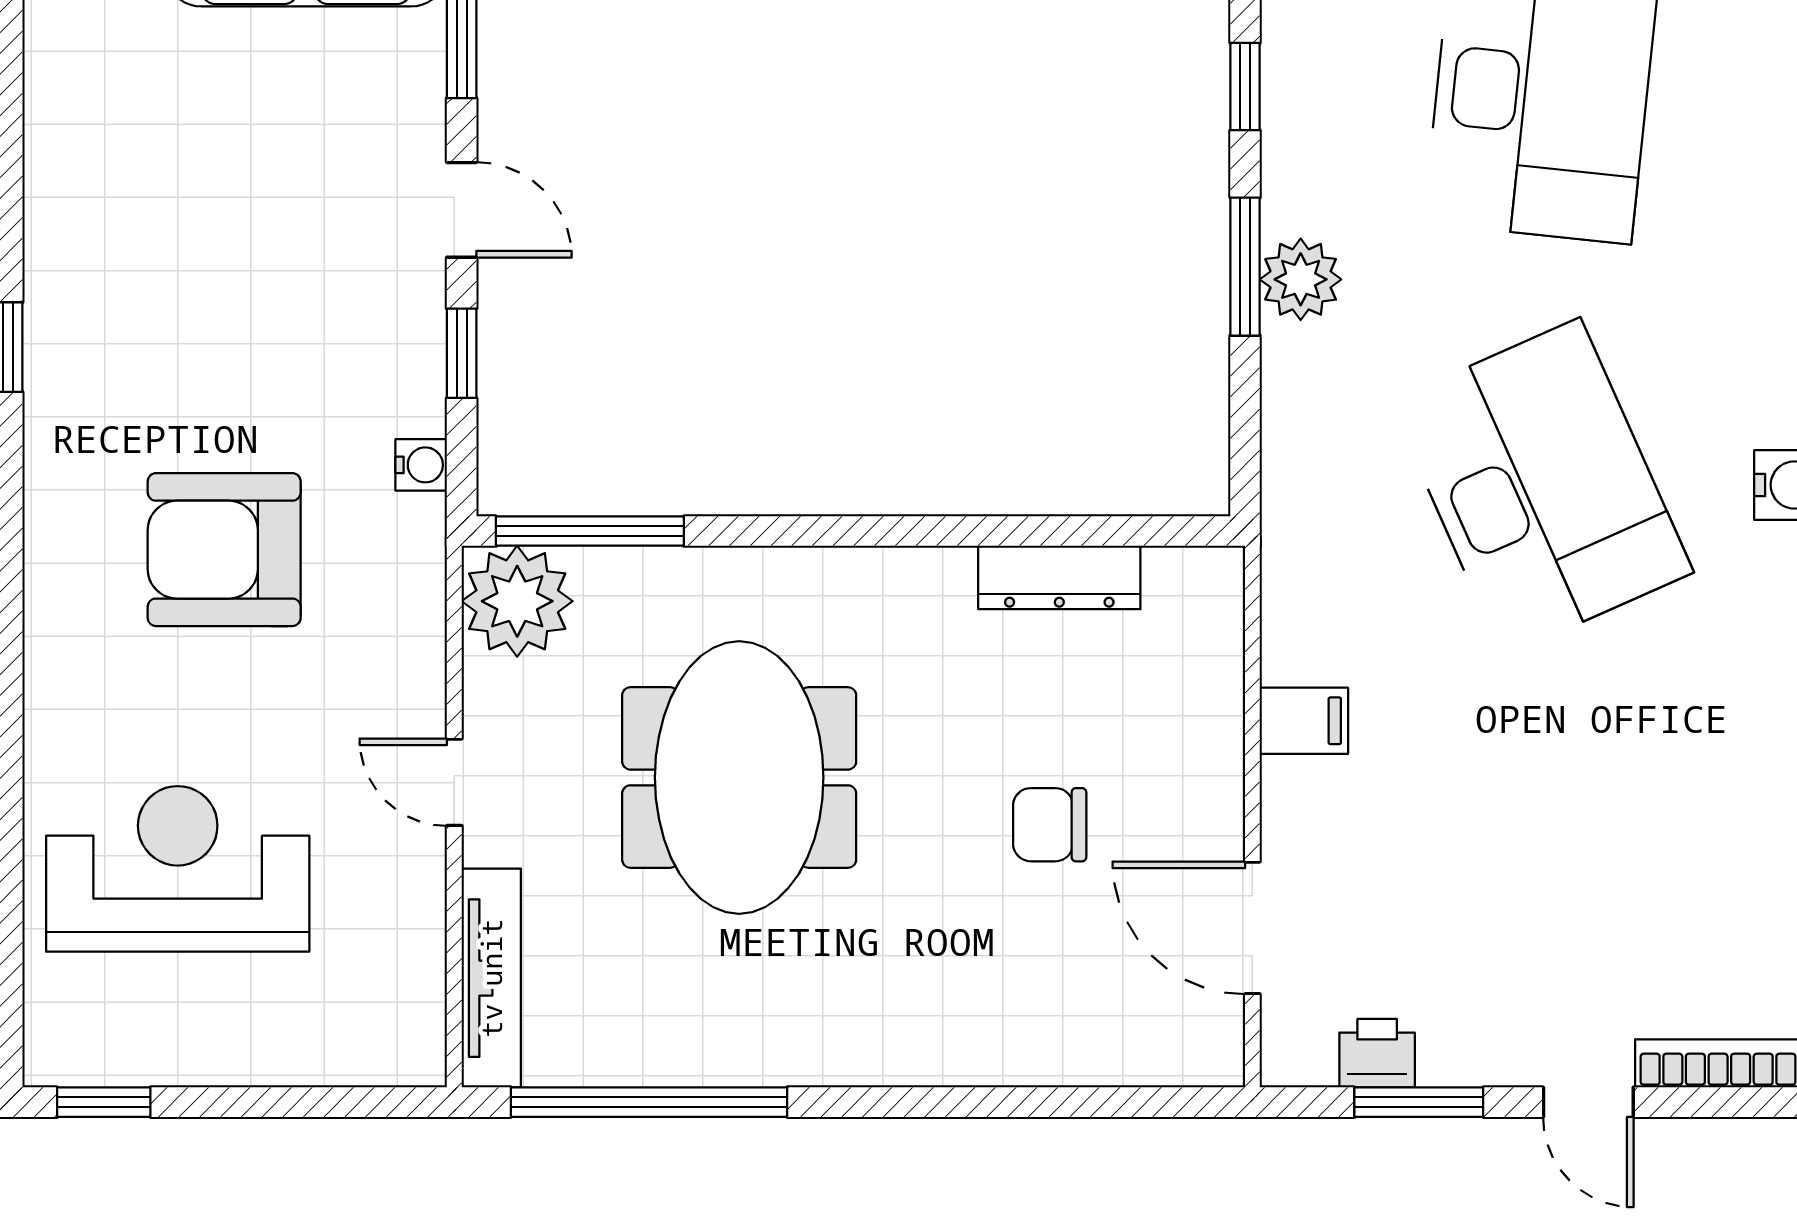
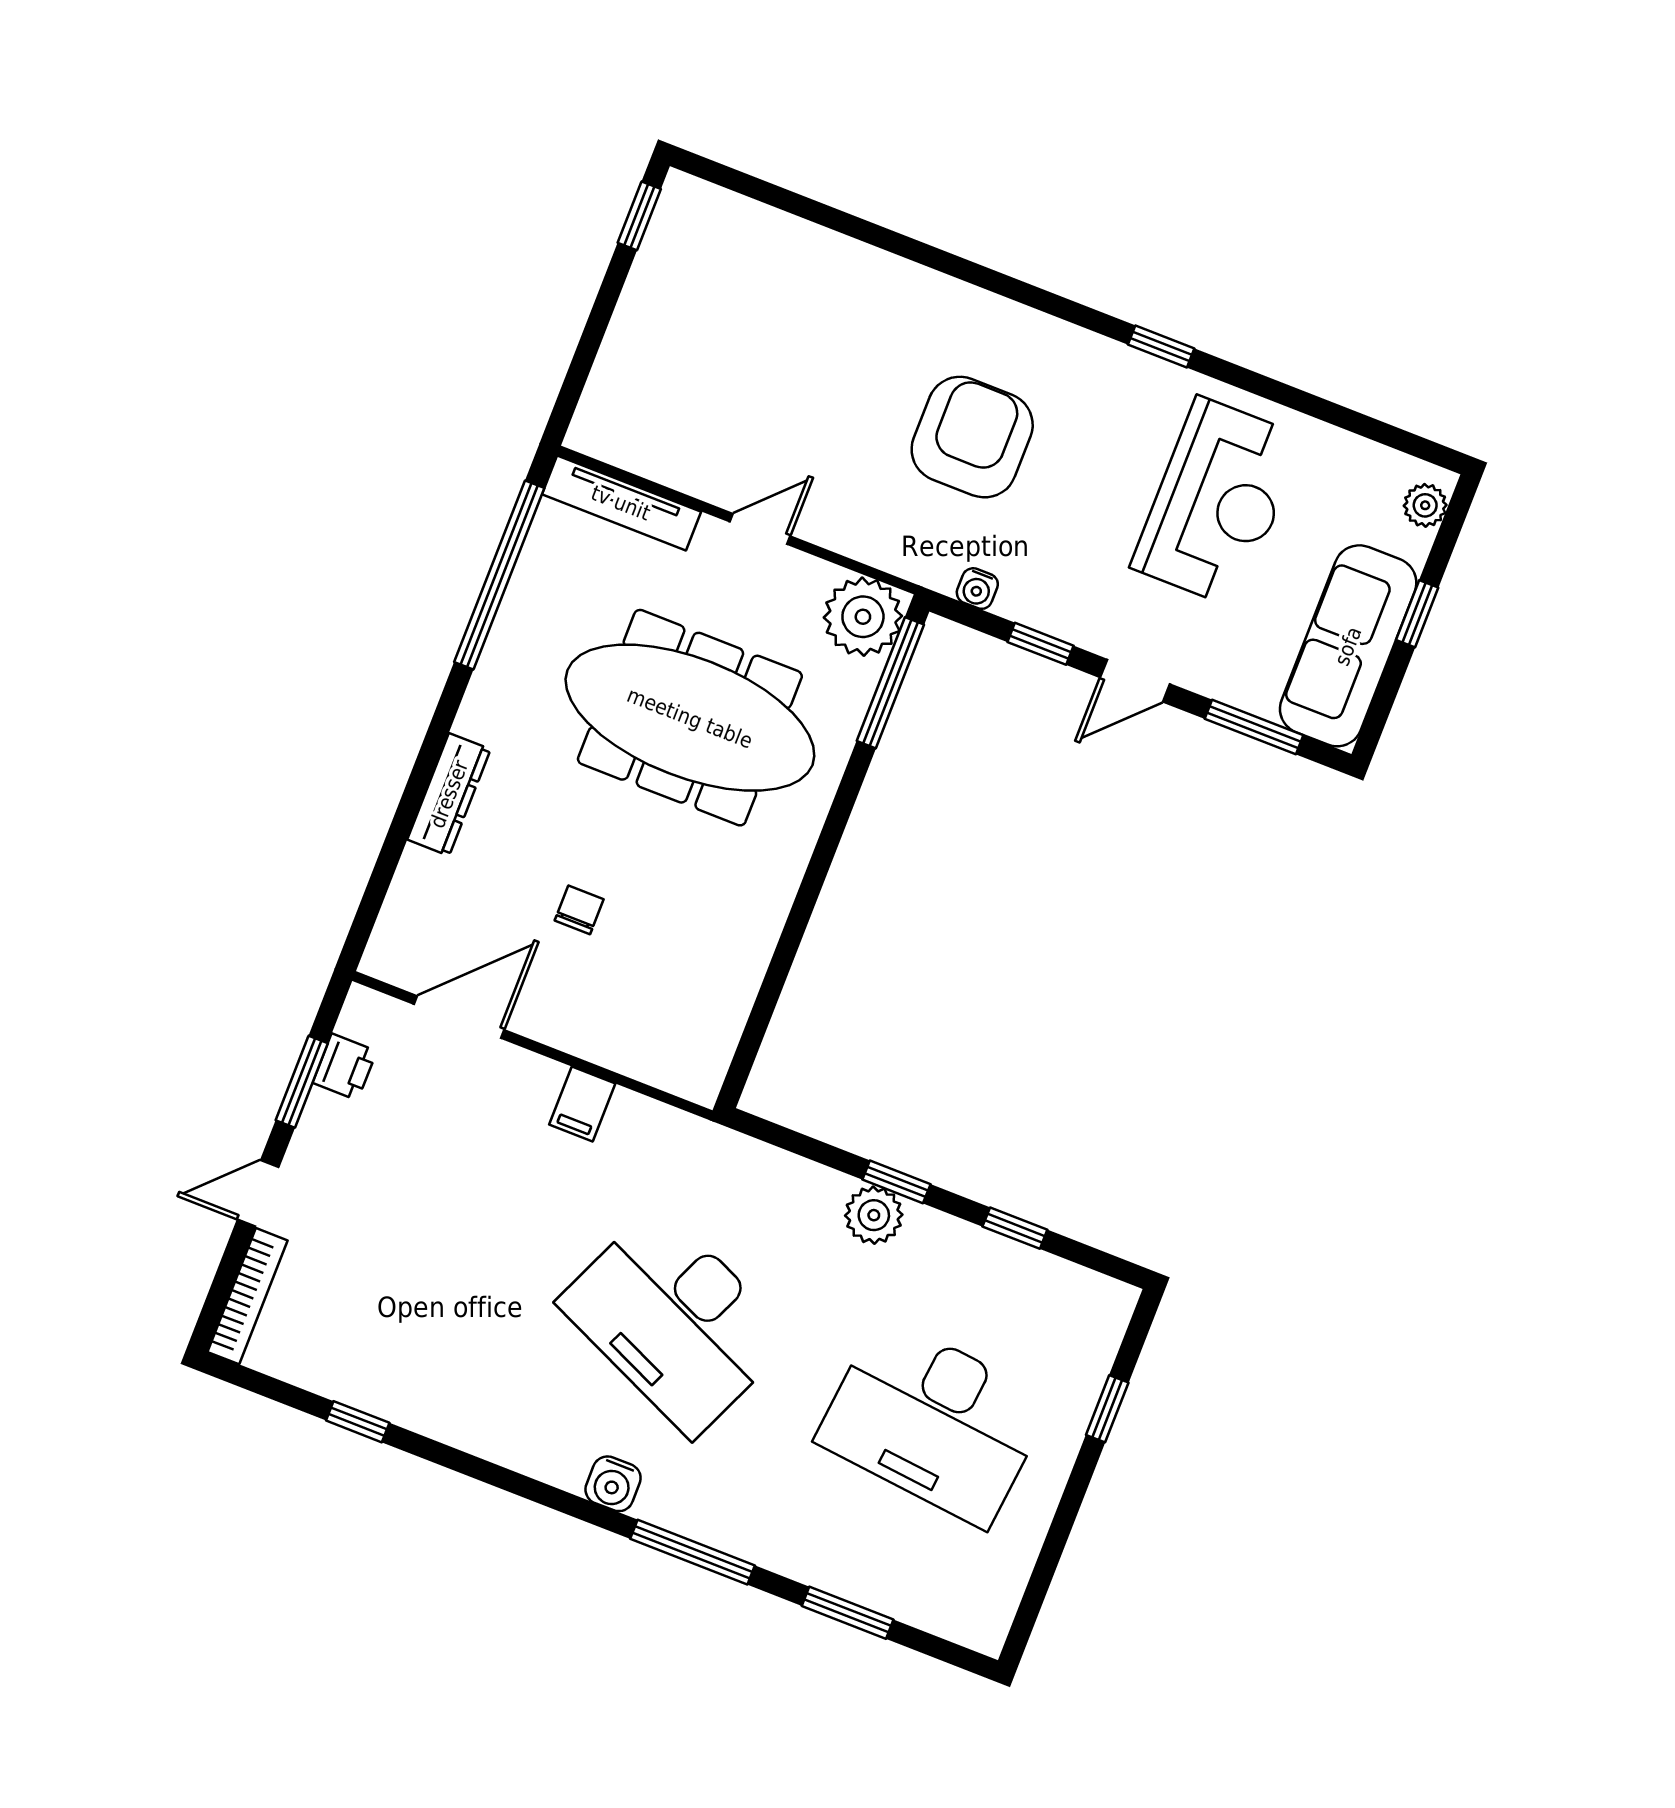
window: (1245, 267) -> (896, 1182), width x0.67
desk: (1542, 487) -> (675, 1321), turned 48
dresser: (1059, 577) -> (449, 794), moved, turned 180
meeting table: (739, 777) -> (690, 718), width x1.36
chair: (1050, 825) -> (579, 910), width x0.73, depth x0.73
reception desk: (178, 869) -> (1217, 502), moved

